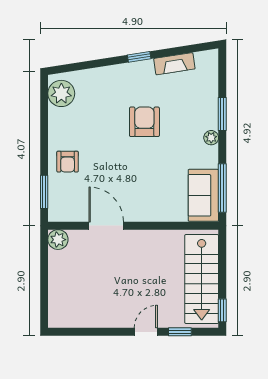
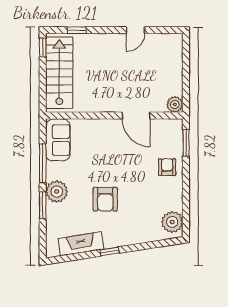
fireplace: (174, 64) -> (81, 244), width x1.37, depth x1.32
plant: (211, 138) -> (57, 191), width x1.88, depth x1.88
window: (222, 188) -> (43, 163), moved
door: (146, 332) -> (135, 30), moved

